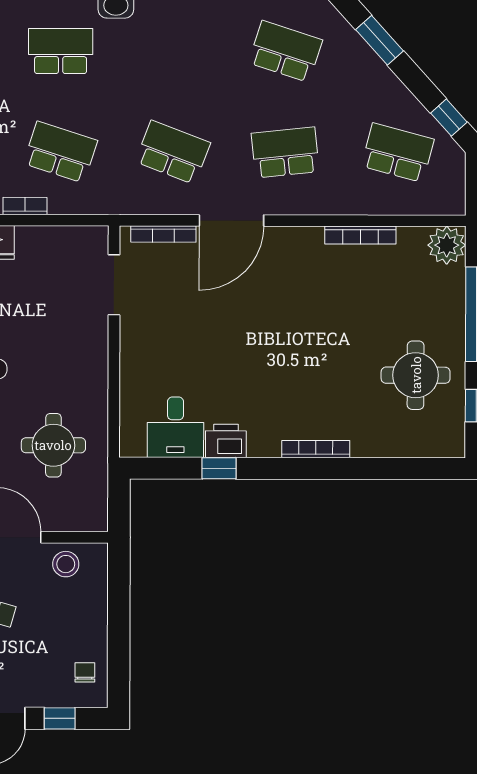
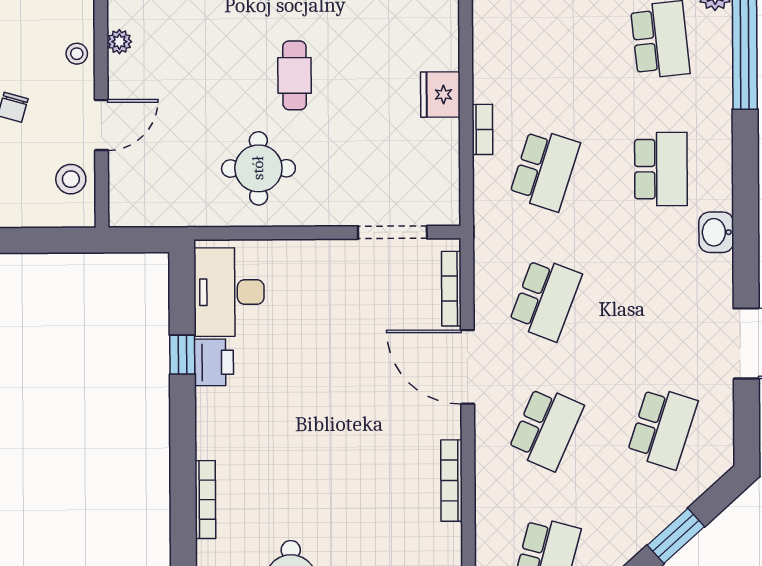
school desk: (285, 152) -> (546, 428), turned 30
bookcase: (360, 235) -> (451, 481), moved
desk: (175, 427) -> (229, 292), width x1.37
round table: (53, 445) -> (258, 168), moved
bookcase: (316, 449) -> (205, 500), moved

